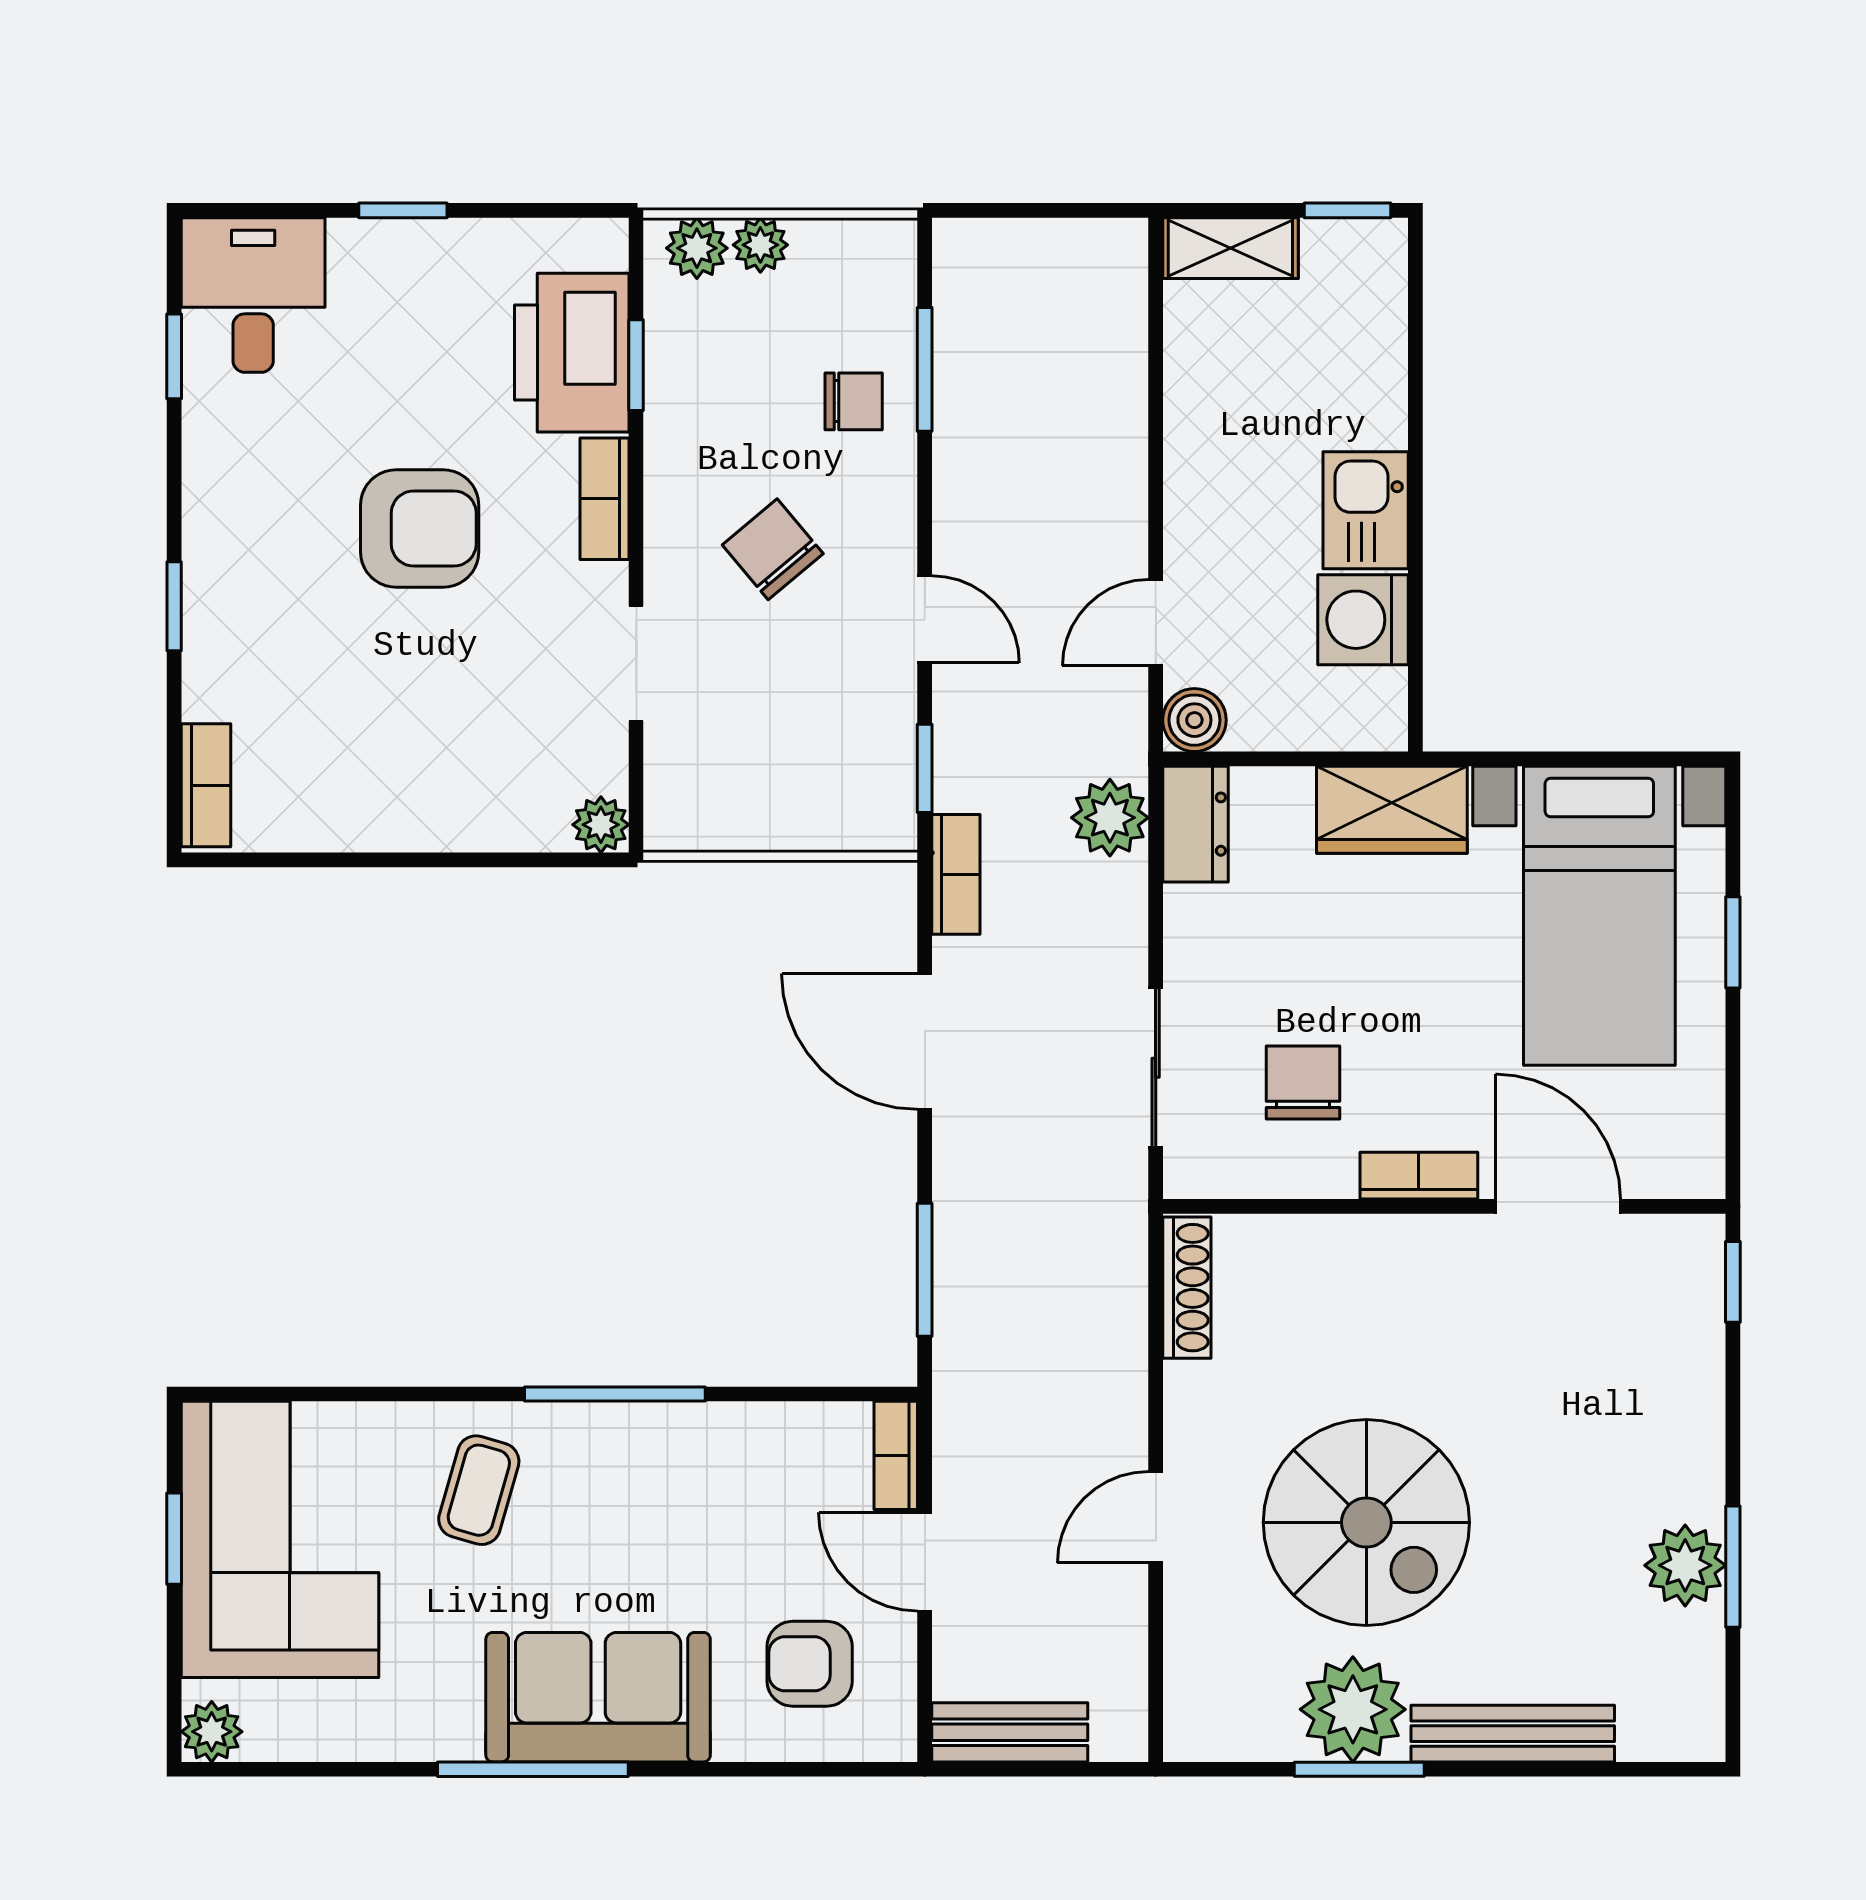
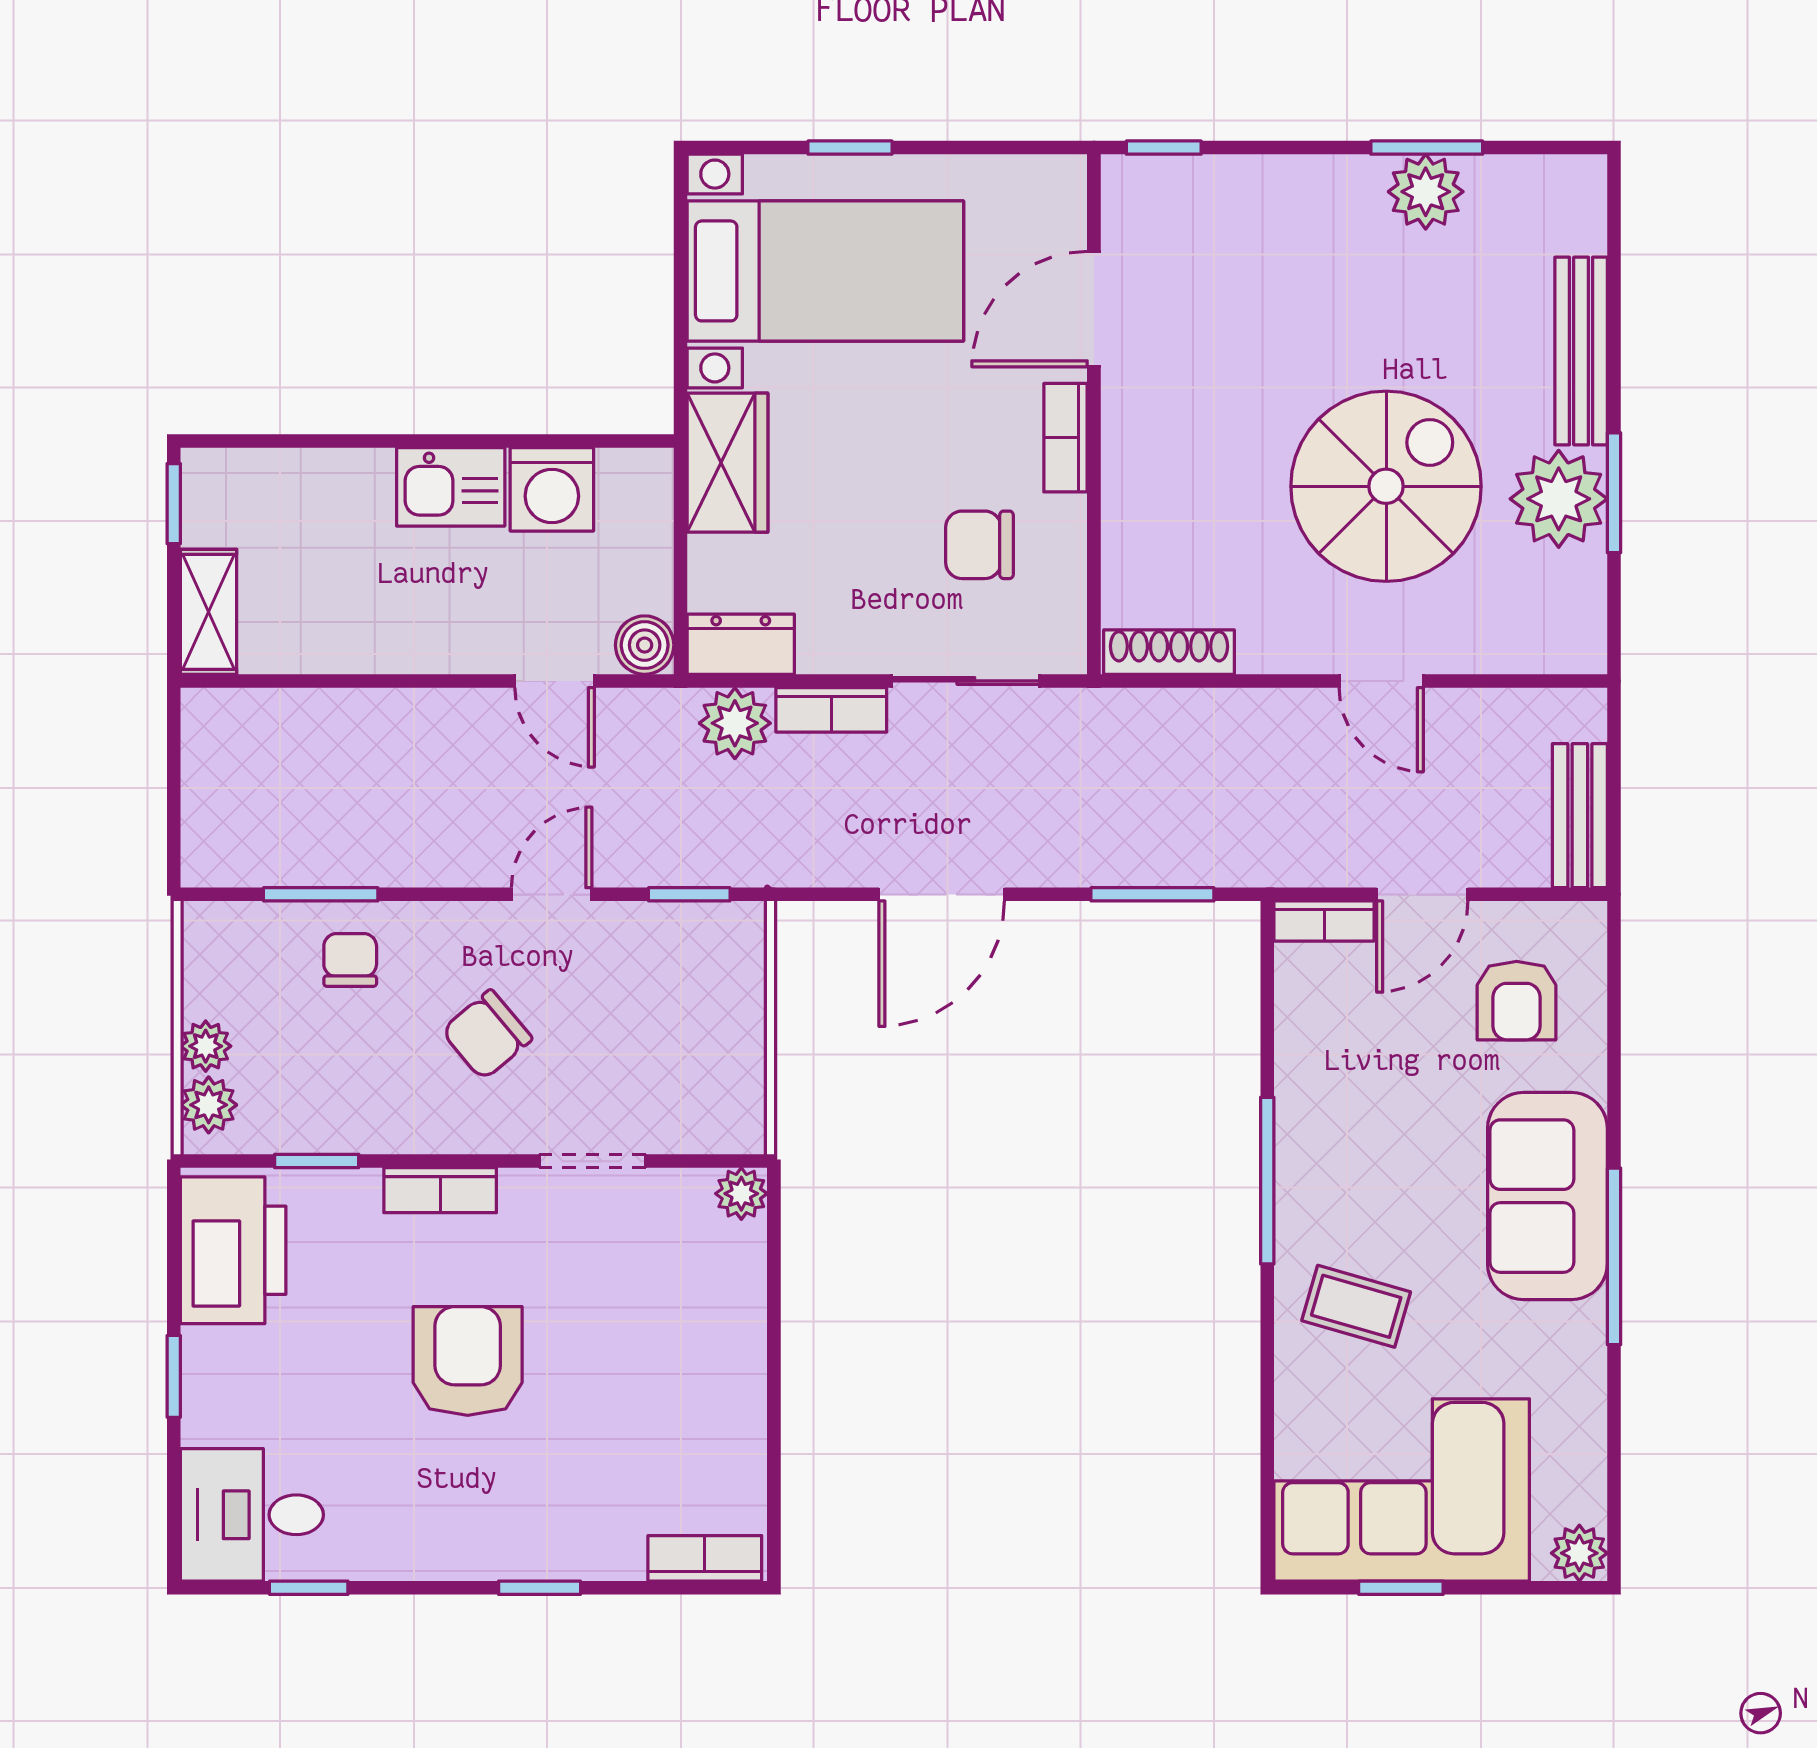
printer: (572, 353) -> (233, 1250), moved, turned -90
bookcase: (956, 874) -> (831, 710), moved, turned 180

